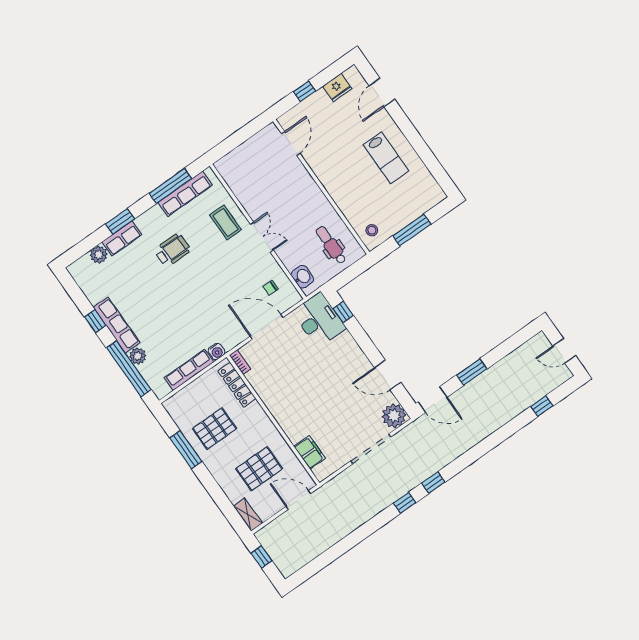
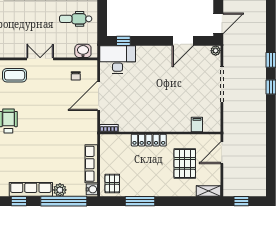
water cooler: (217, 351) -> (92, 189), moved
locker: (237, 385) -> (149, 140), moved
plant: (394, 416) -> (216, 51), width x0.53, depth x0.53
pallet: (215, 429) -> (112, 183), moved, width x0.67, depth x0.71
filing cabinet: (310, 452) -> (197, 124), width x0.50

